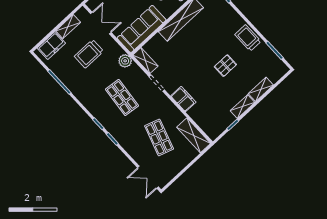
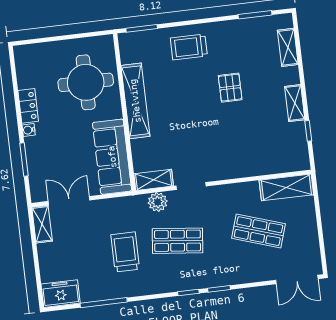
shelving: (68, 27) -> (42, 224), moved
trolley: (248, 38) -> (189, 47), moved
freezer: (51, 46) -> (61, 294), moved, turned -90
trolley: (89, 54) -> (125, 252), moved, turned 180
plant: (125, 61) -> (158, 202), moved
shelving: (261, 89) -> (288, 47), moved
filing cabinet: (183, 99) -> (233, 168), removed

